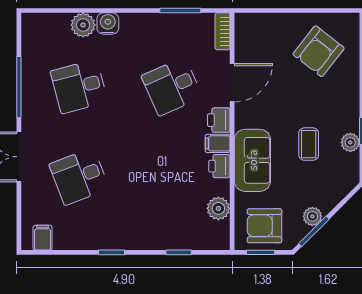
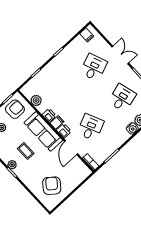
sofa: (252, 160) -> (43, 131), width x1.36

